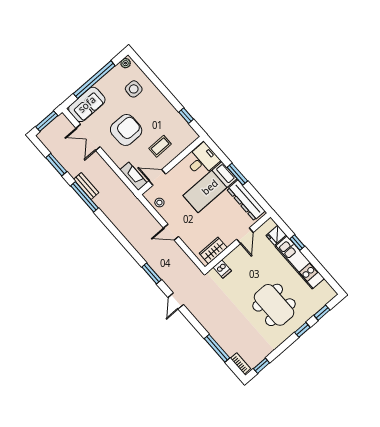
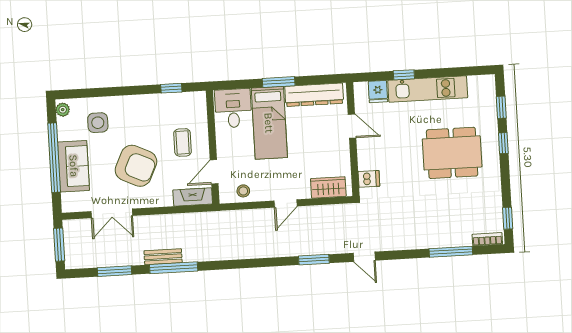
sofa: (87, 104) -> (74, 166), moved
armchair: (126, 130) -> (136, 166), turned 115
wardrobe: (213, 250) -> (328, 187), moved, turned 90

